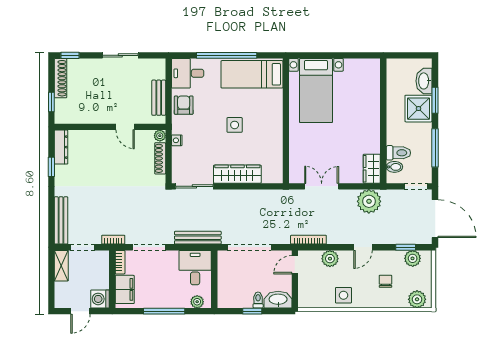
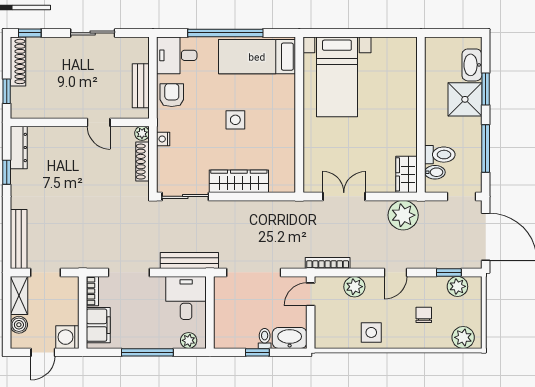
bookcase: (113, 240) -> (84, 263), removed
boiler: (61, 289) -> (19, 325), added

